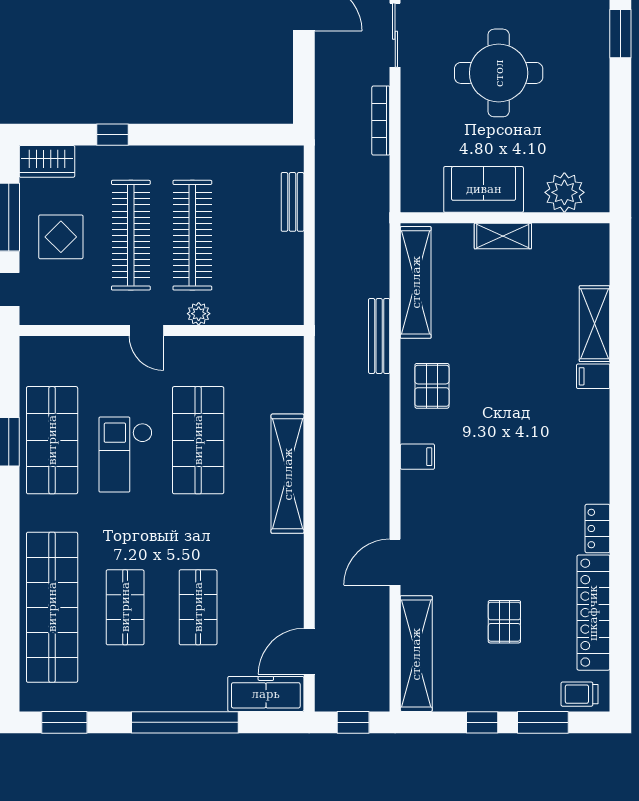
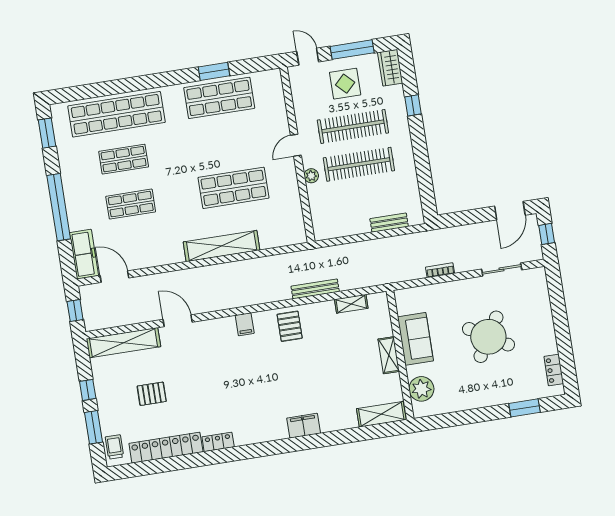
round table: (499, 73) -> (488, 337), turned 31
bookcase: (381, 121) -> (440, 270), width x0.64
shelving: (416, 282) -> (351, 304), width x0.45, depth x0.75
shelving: (595, 324) -> (381, 414), moved
filing cabinet: (593, 376) -> (304, 426), width x2.00
pallet: (432, 386) -> (290, 326), turned 90
checkout: (125, 455) -> (218, 145), removed

